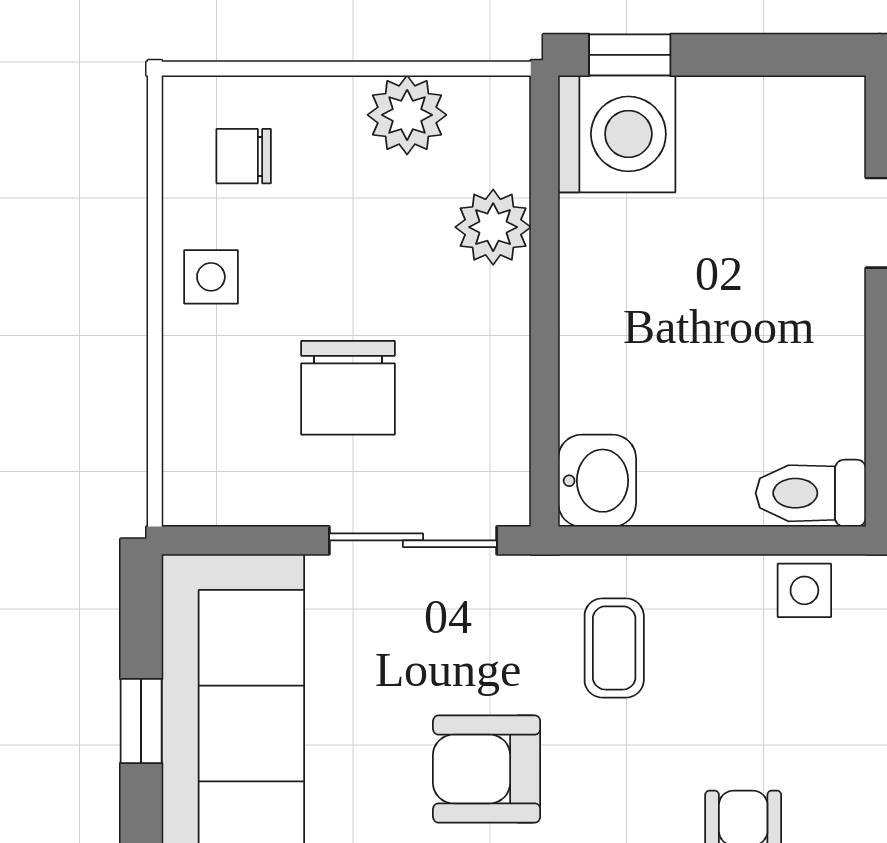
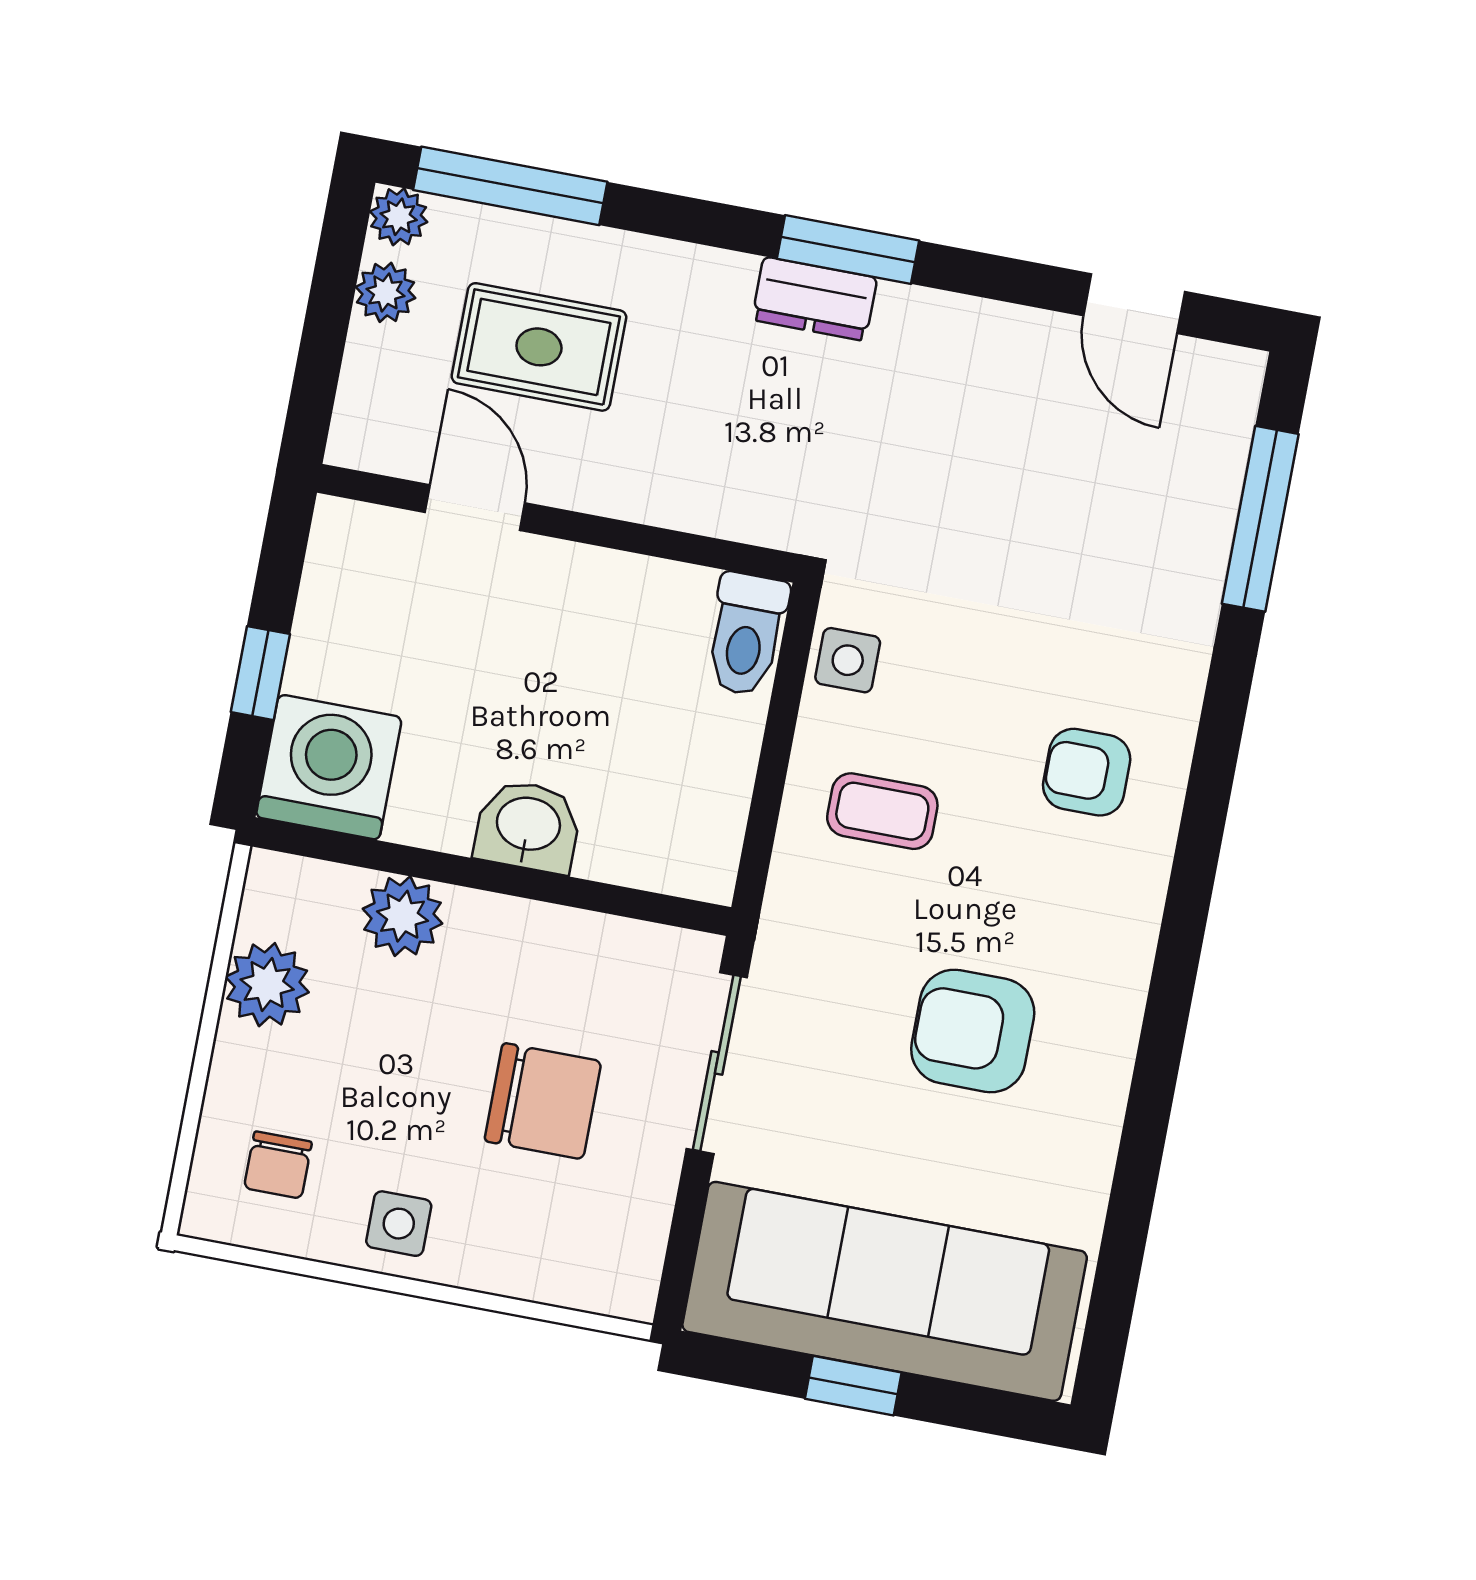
window: (630, 55) -> (260, 673), moved
washbasin: (597, 481) -> (528, 826), moved
coffee table: (614, 648) -> (882, 811), moved
armchair: (487, 769) -> (973, 1031), turned 90

